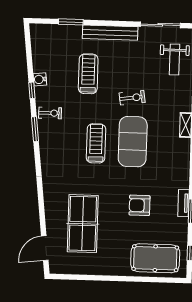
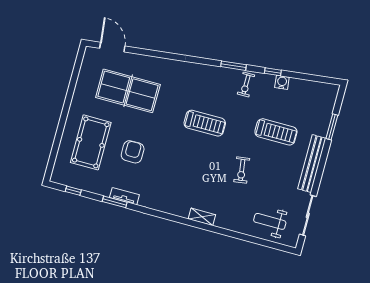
exercise mat: (133, 142) -> (198, 160), removed
pool table: (155, 258) -> (91, 142), moved

